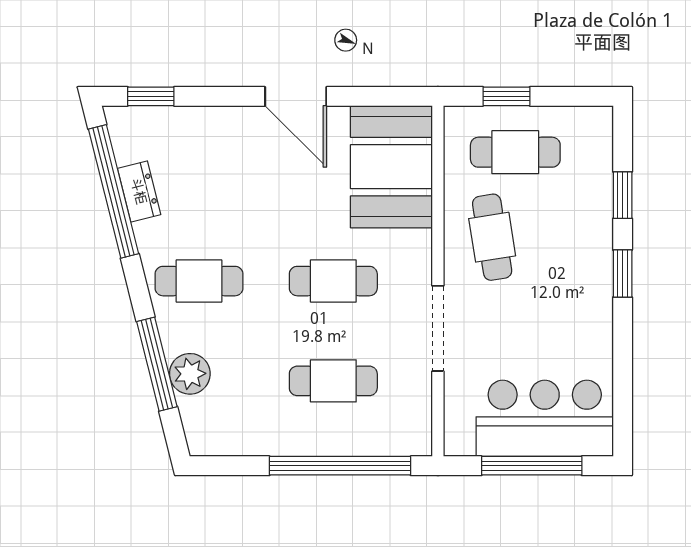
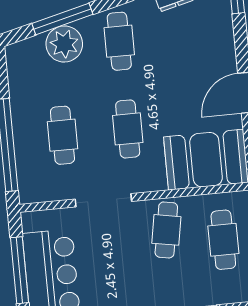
cafe table: (492, 237) -> (166, 230), turned -71
plant: (190, 374) -> (64, 44), width x1.36, depth x1.36

